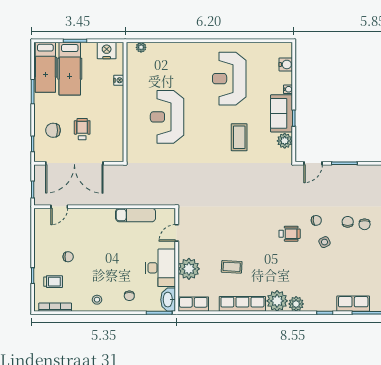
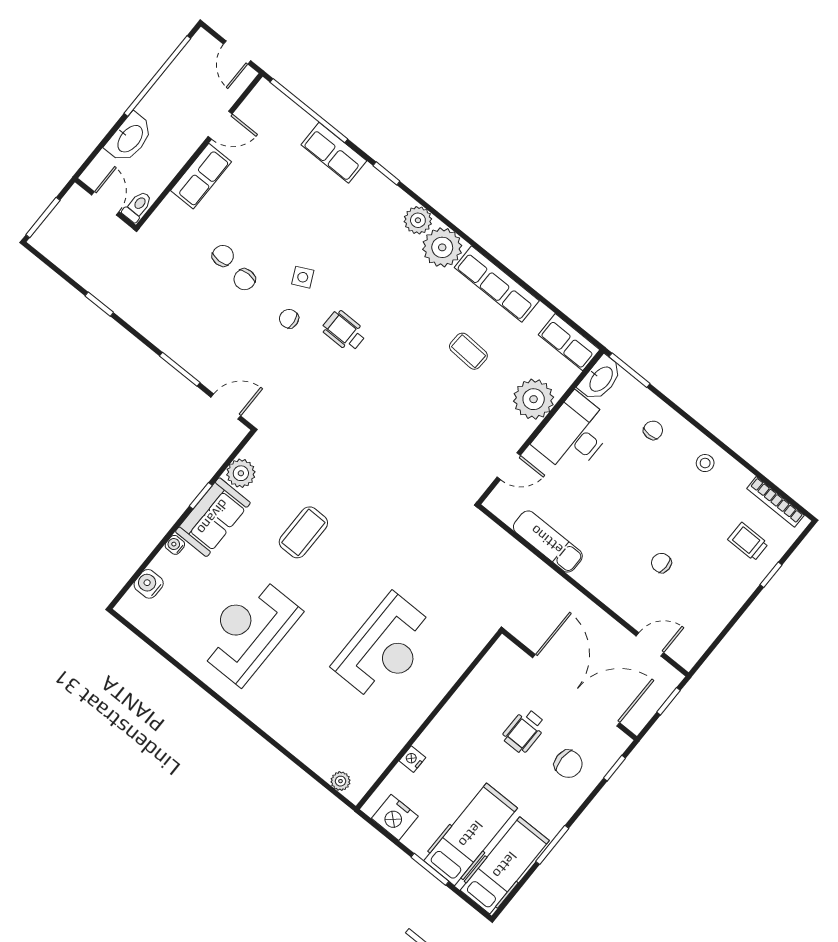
reception desk: (229, 79) -> (248, 630), turned 180
chair: (68, 257) -> (661, 563), moved

